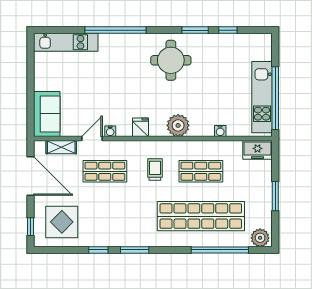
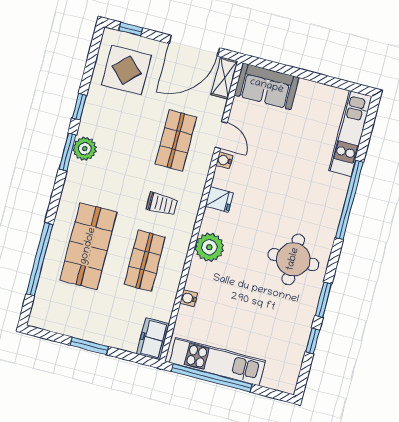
shelving: (61, 147) -> (224, 78), moved
shop shelf: (201, 216) -> (88, 246), width x0.71
plant: (260, 238) -> (85, 149), moved

